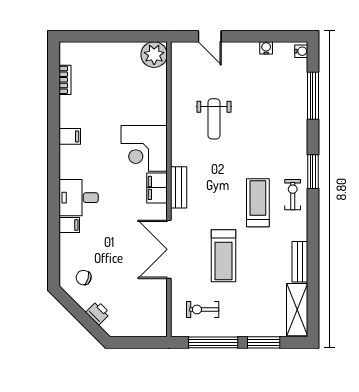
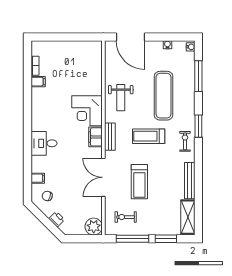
door: (210, 36) -> (130, 37), width x1.87
plant: (154, 55) -> (94, 227), moved
weight bench: (214, 119) -> (121, 98), moved
exercise mat: (260, 125) -> (164, 96), added
filing cabinet: (70, 136) -> (38, 82), moved
treadmill: (258, 203) -> (149, 136), moved, turned -90
filing cabinet: (69, 225) -> (38, 178), moved
bench: (300, 262) -> (190, 181), width x1.36

